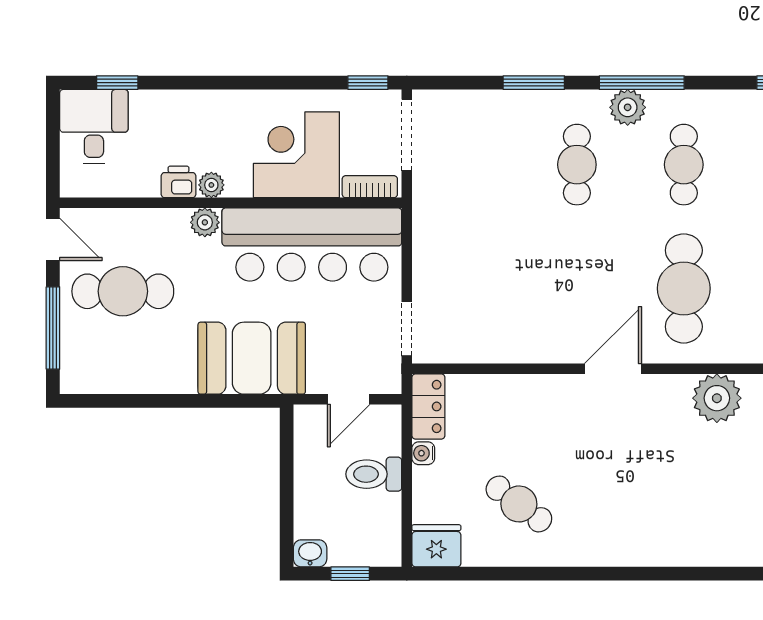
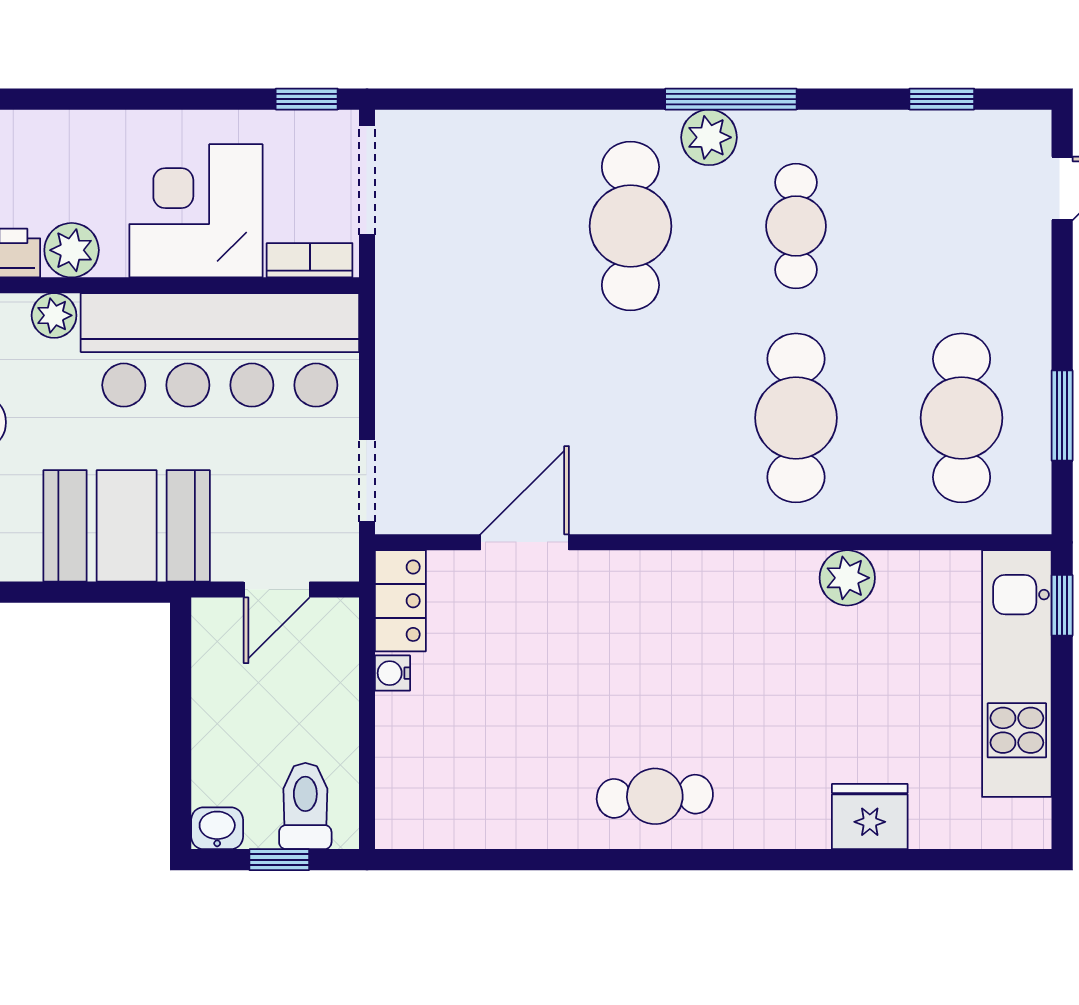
window: (534, 83) -> (564, 99), removed
cafe table: (577, 165) -> (630, 226), width x1.37, depth x1.35
plant: (211, 185) -> (72, 250), width x1.38, depth x1.38
door: (613, 369) -> (525, 542), moved
plant: (717, 398) -> (847, 578), width x0.73, depth x0.73
toilet: (374, 474) -> (305, 806), moved, turned 90
cafe table: (519, 504) -> (655, 796), moved, turned -40
fridge: (436, 546) -> (870, 817), moved

